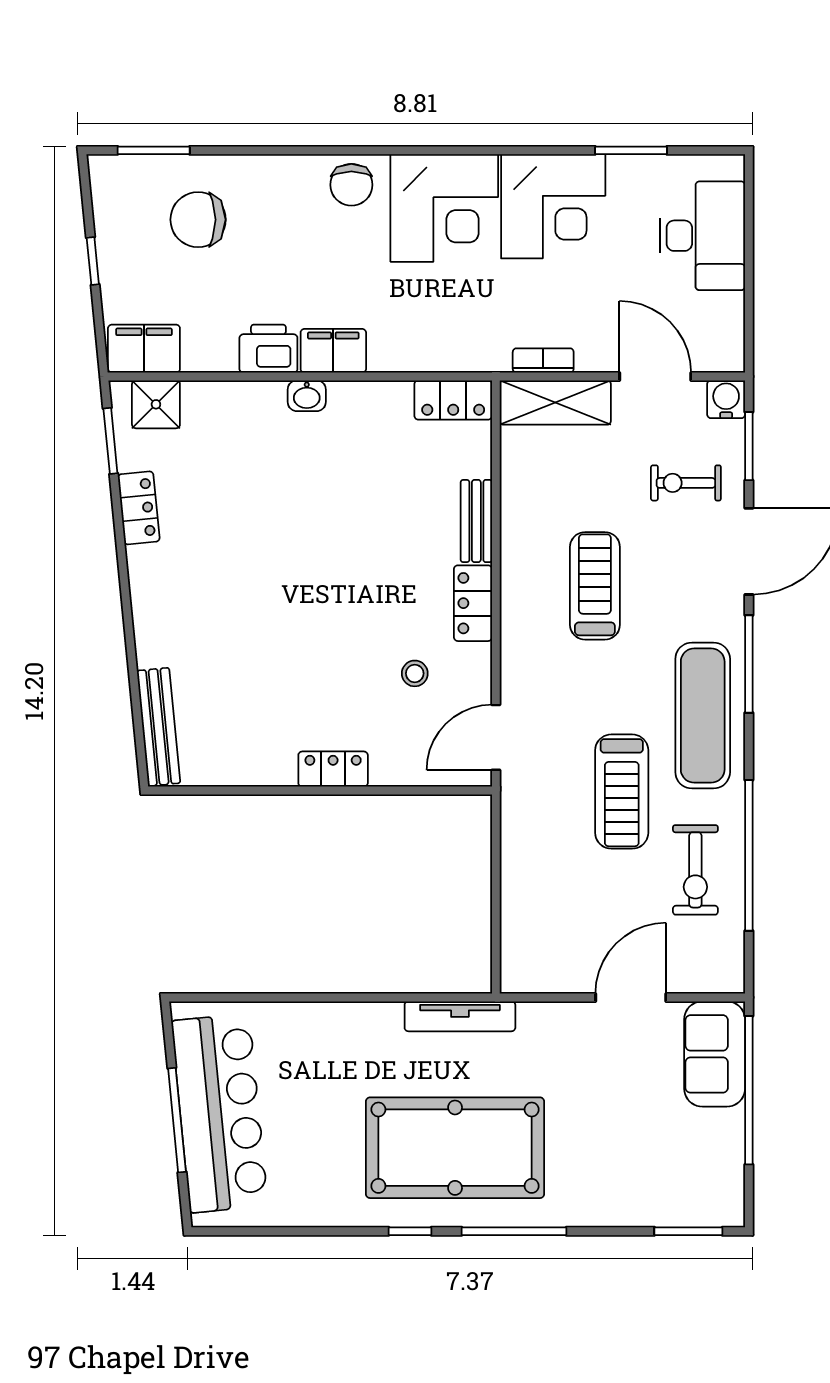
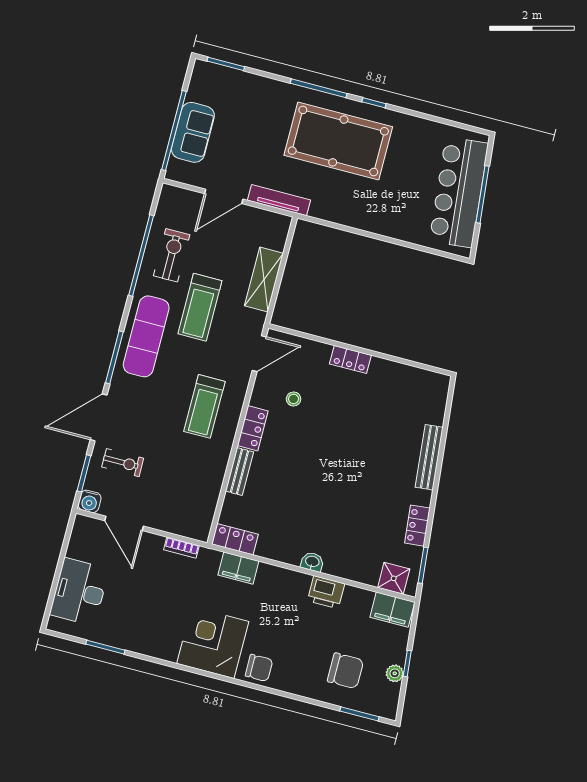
chair: (351, 185) -> (259, 668), turned 90
corner desk: (553, 206) -> (155, 628), removed
plant: (110, 238) -> (395, 673), added
filing cabinet: (333, 351) -> (238, 568), moved
shelving: (555, 403) -> (264, 279), moved, turned 90
treadmill: (595, 586) -> (204, 406), moved
bench: (159, 727) -> (429, 457), moved
treadmill: (622, 792) -> (200, 307), turned 180
tv unit: (460, 1016) -> (279, 200), moved
sofa: (715, 1054) -> (193, 132), moved

